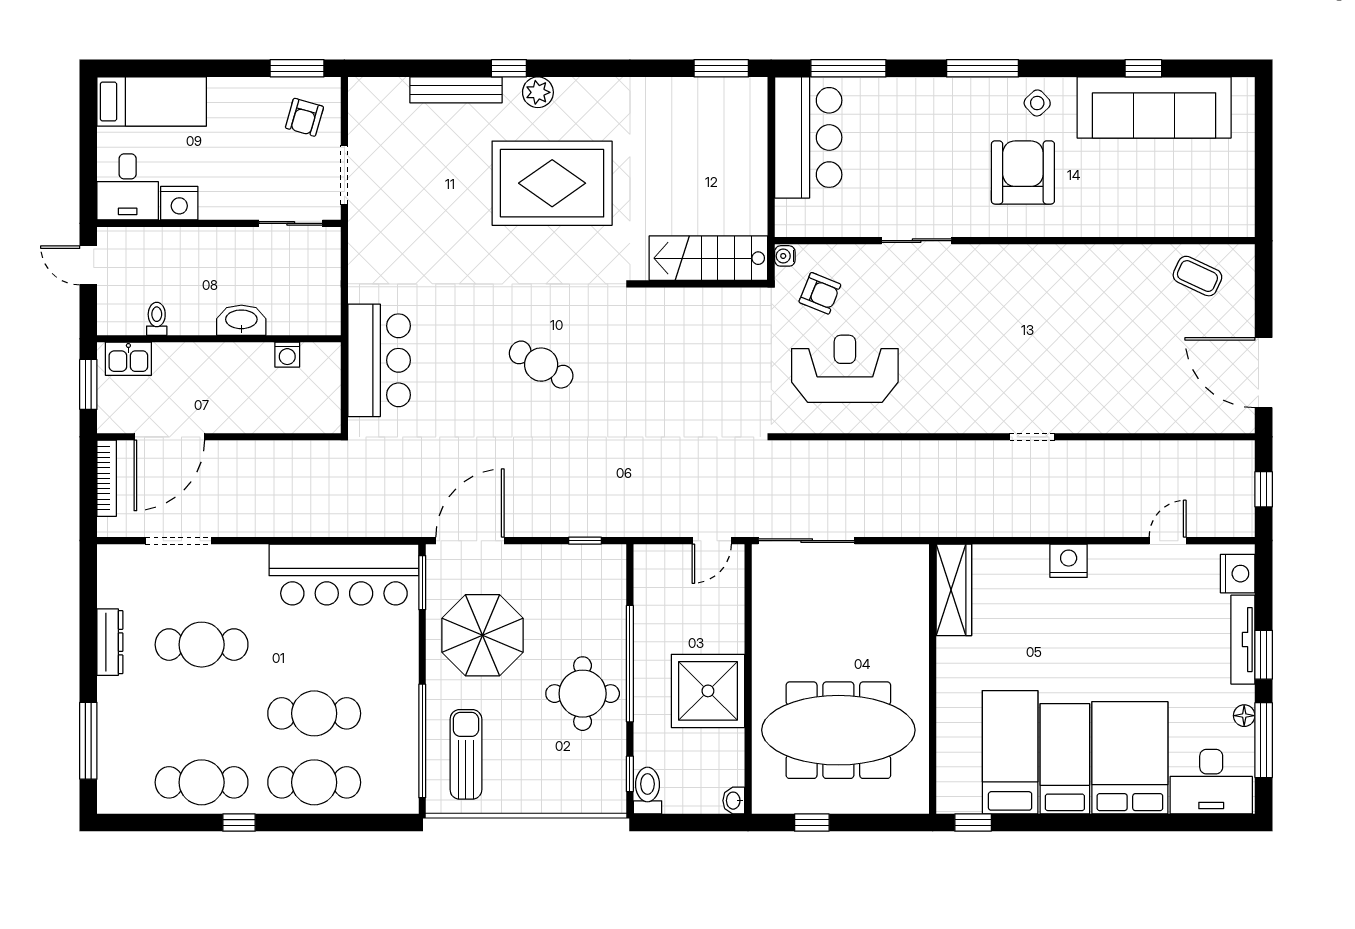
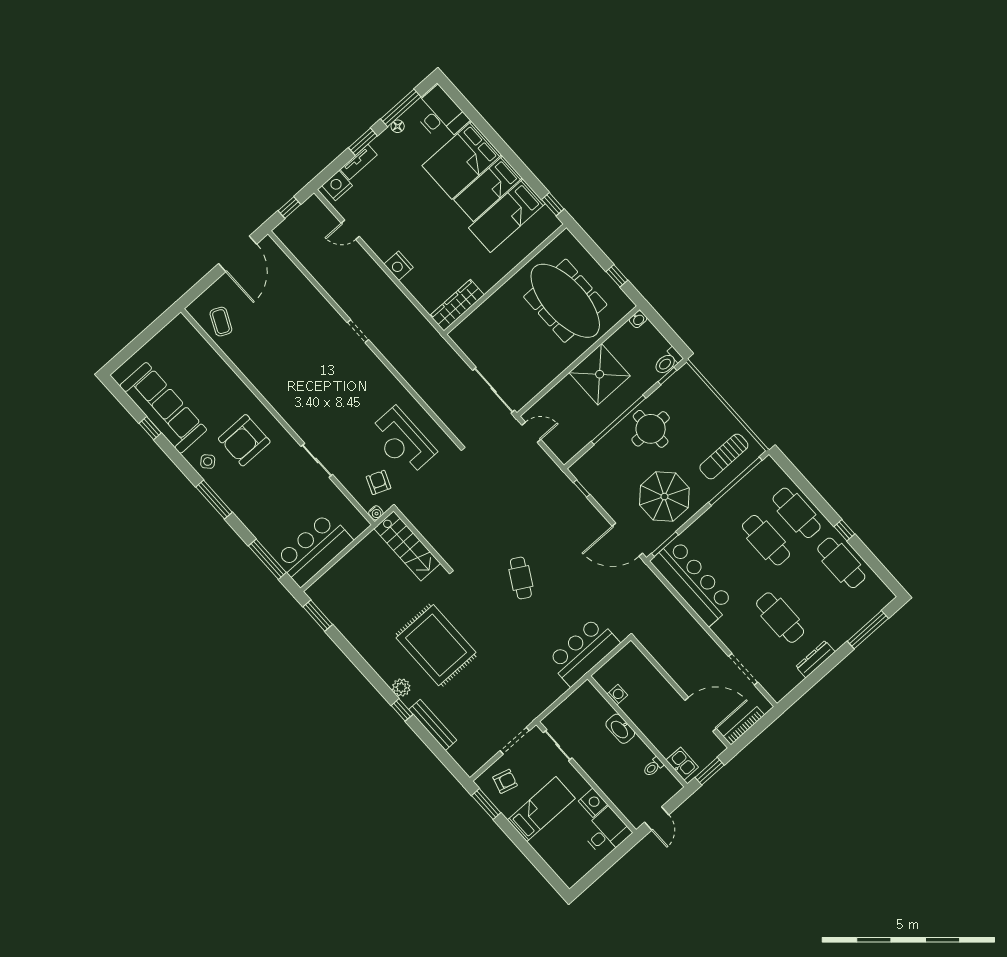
bed: (152, 102) -> (541, 809), moved, turned 90
tv unit: (1243, 640) -> (359, 162), width x0.71

